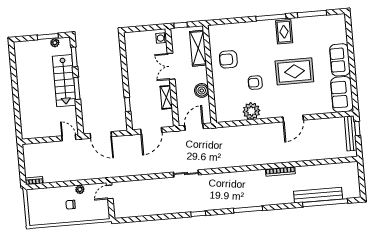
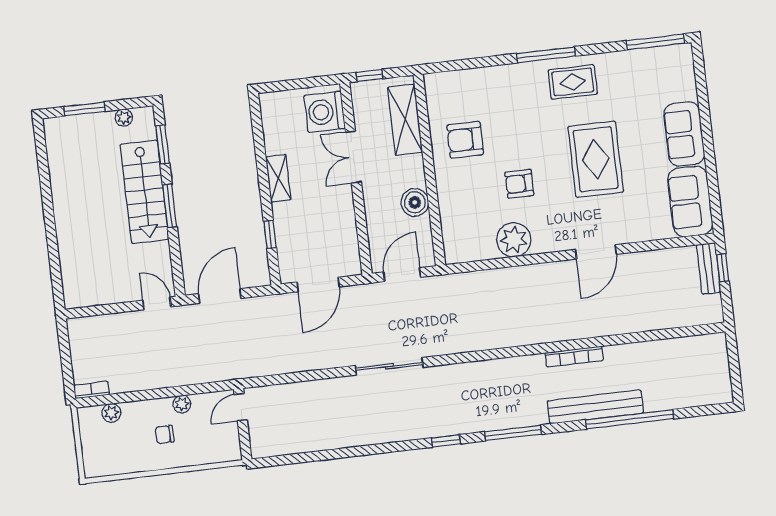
window: (312, 14) -> (655, 42), moved
rug: (284, 32) -> (573, 82), turned 90
window: (48, 37) -> (85, 109), moved
washing machine: (161, 38) -> (325, 112), width x1.89, depth x1.89
rug: (294, 71) -> (596, 159), turned 90
shelving: (166, 97) -> (278, 178), moved
bench: (351, 133) -> (709, 268), width x0.73
door: (101, 135) -> (220, 296), swing flipped
sliding door: (186, 174) -> (389, 366), width x1.37
plant: (44, 193) -> (111, 413), added
bench: (318, 195) -> (595, 407), moved
window: (325, 203) -> (630, 419), moved
window: (198, 214) -> (446, 441), moved

